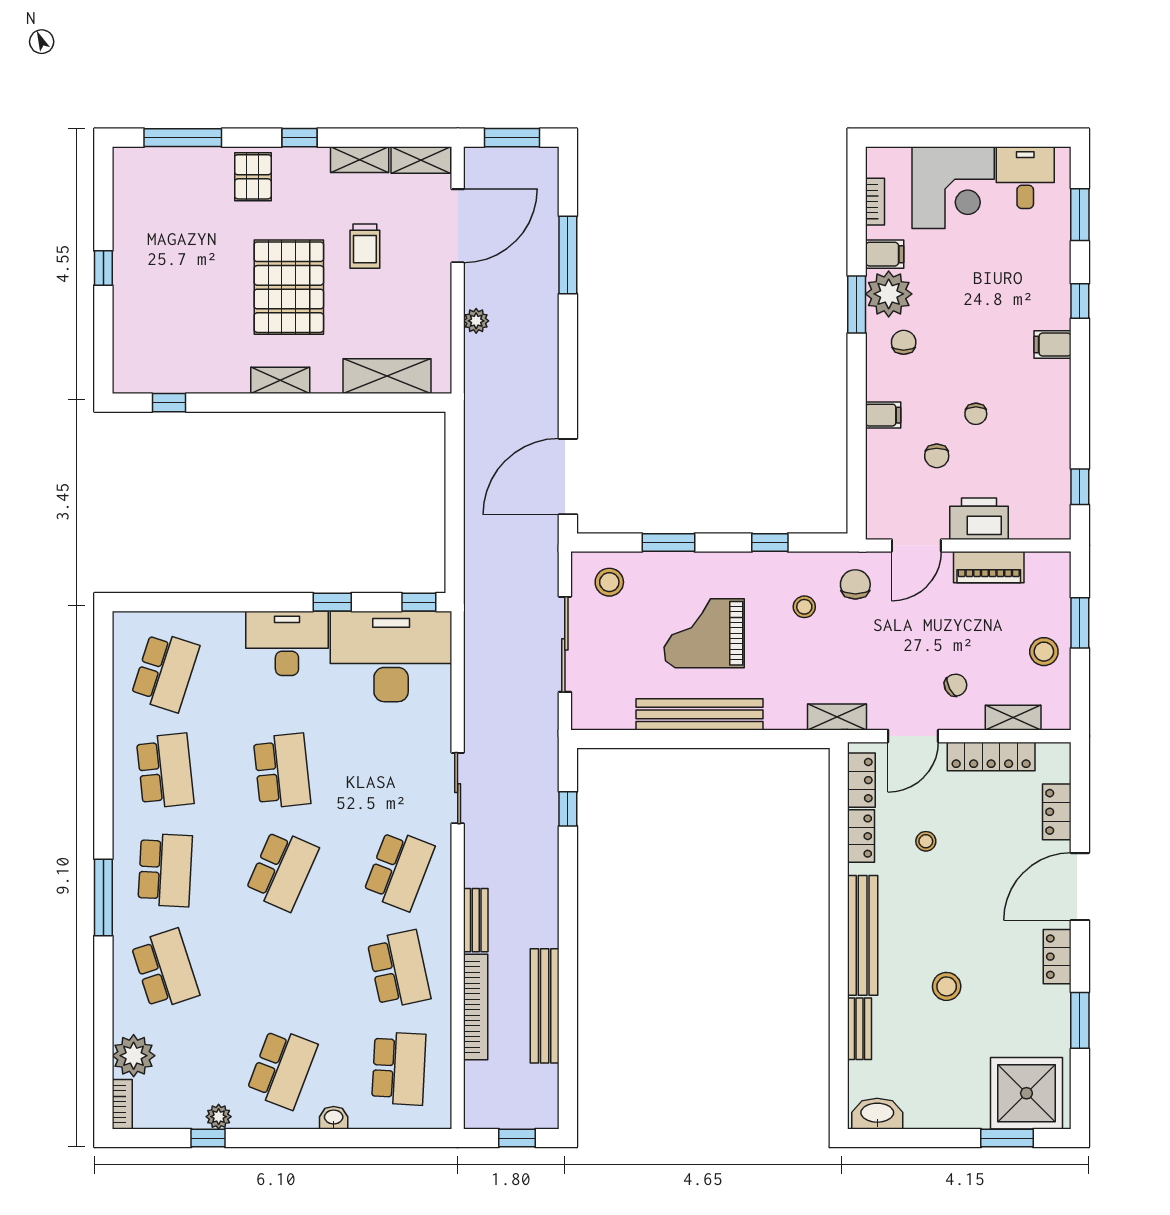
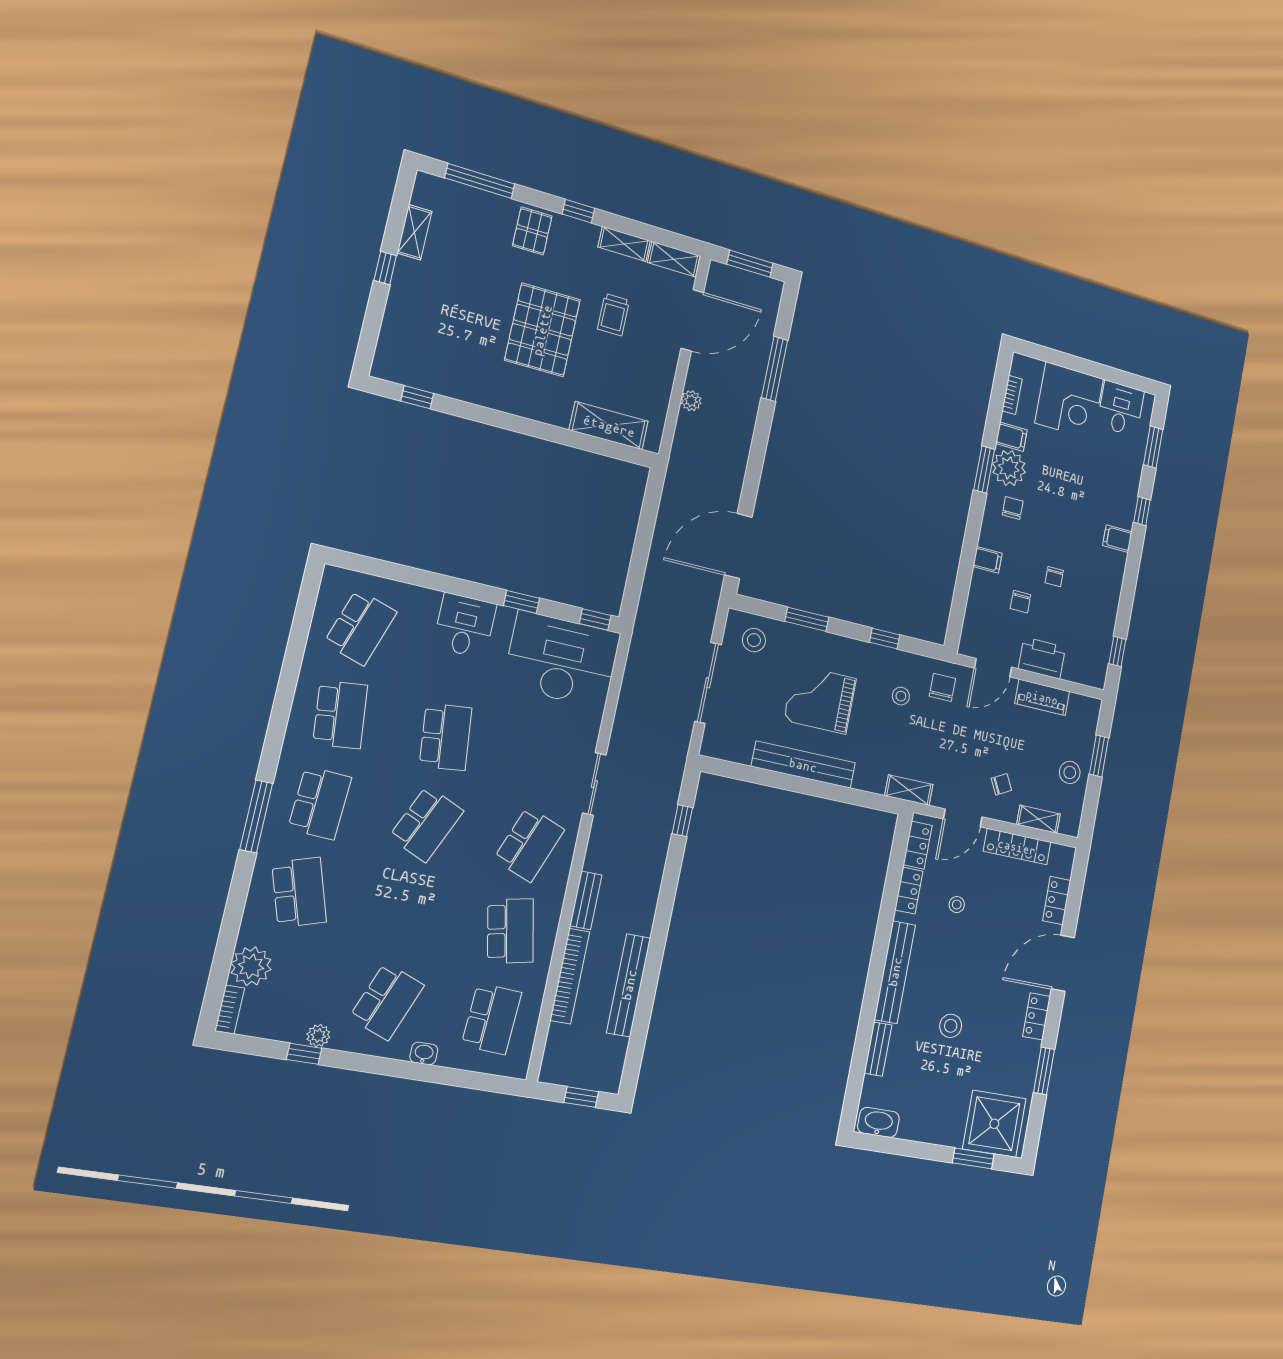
shelving: (280, 380) -> (415, 232), moved, turned 90
desk: (287, 643) -> (465, 626), width x0.73

